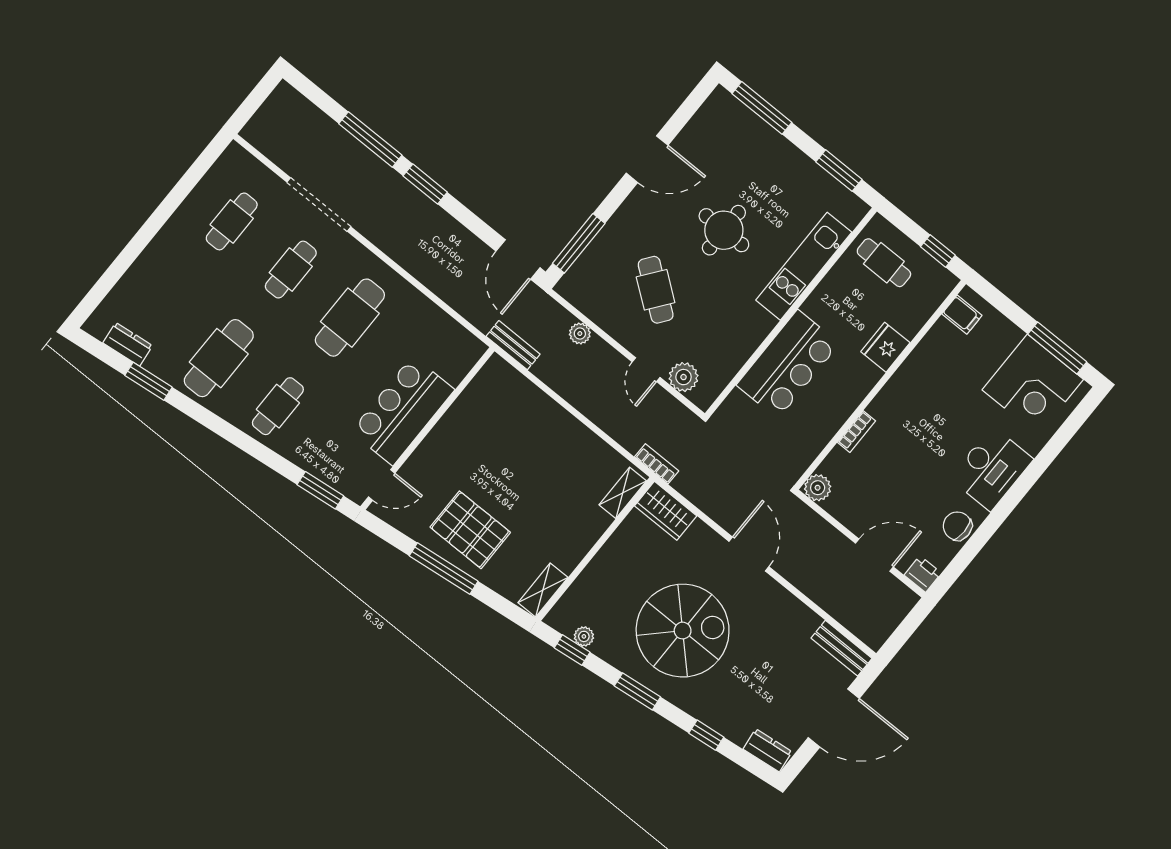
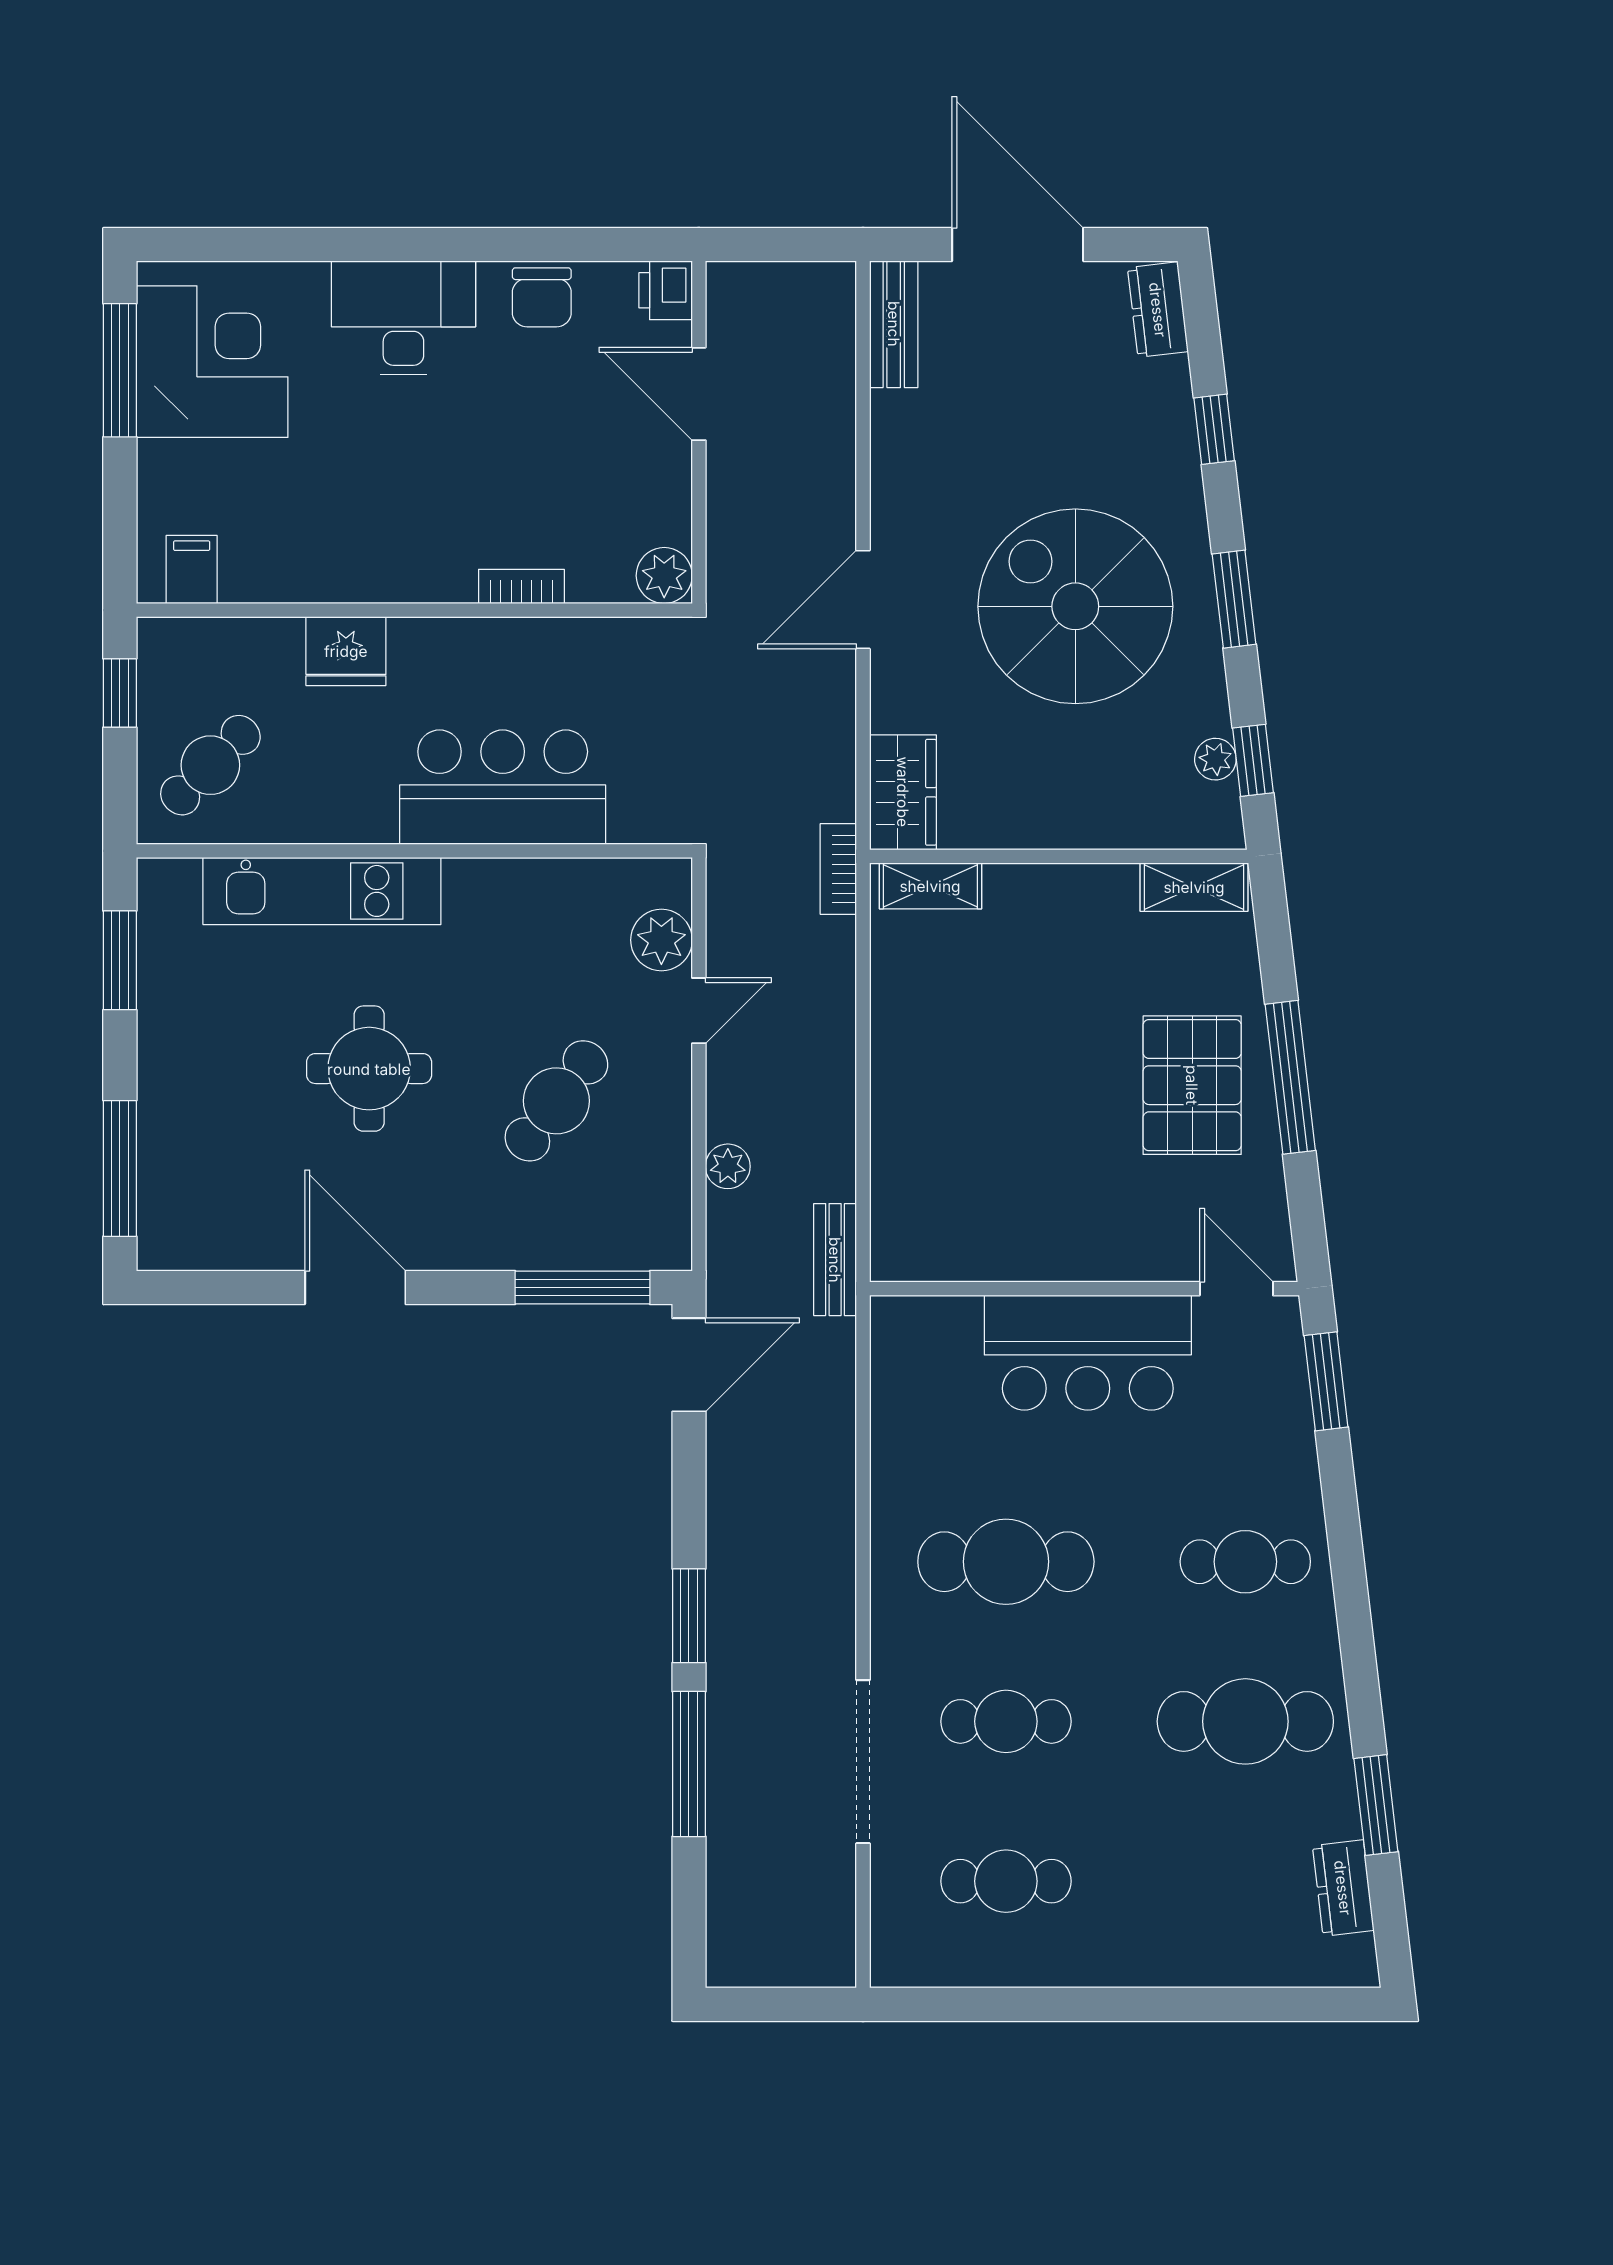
cafe table: (884, 263) -> (210, 765), turned 45

